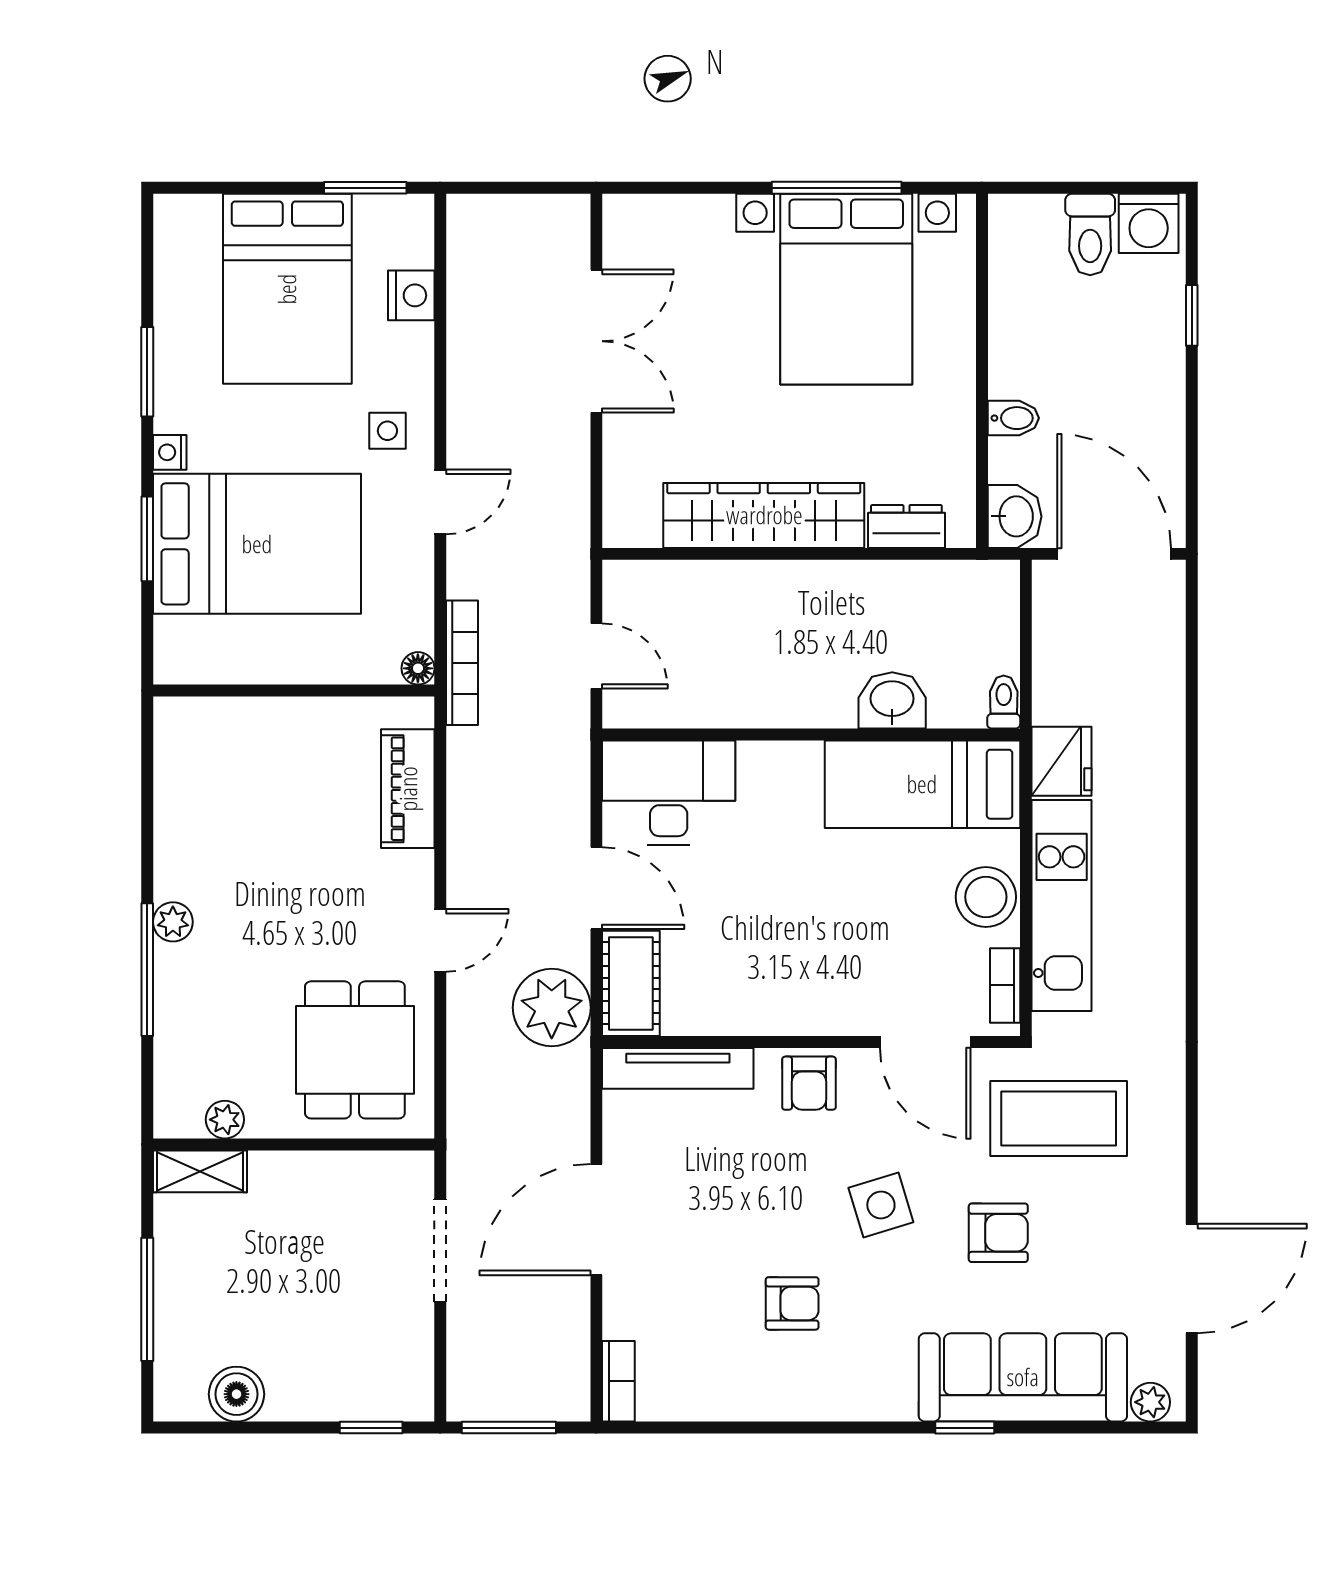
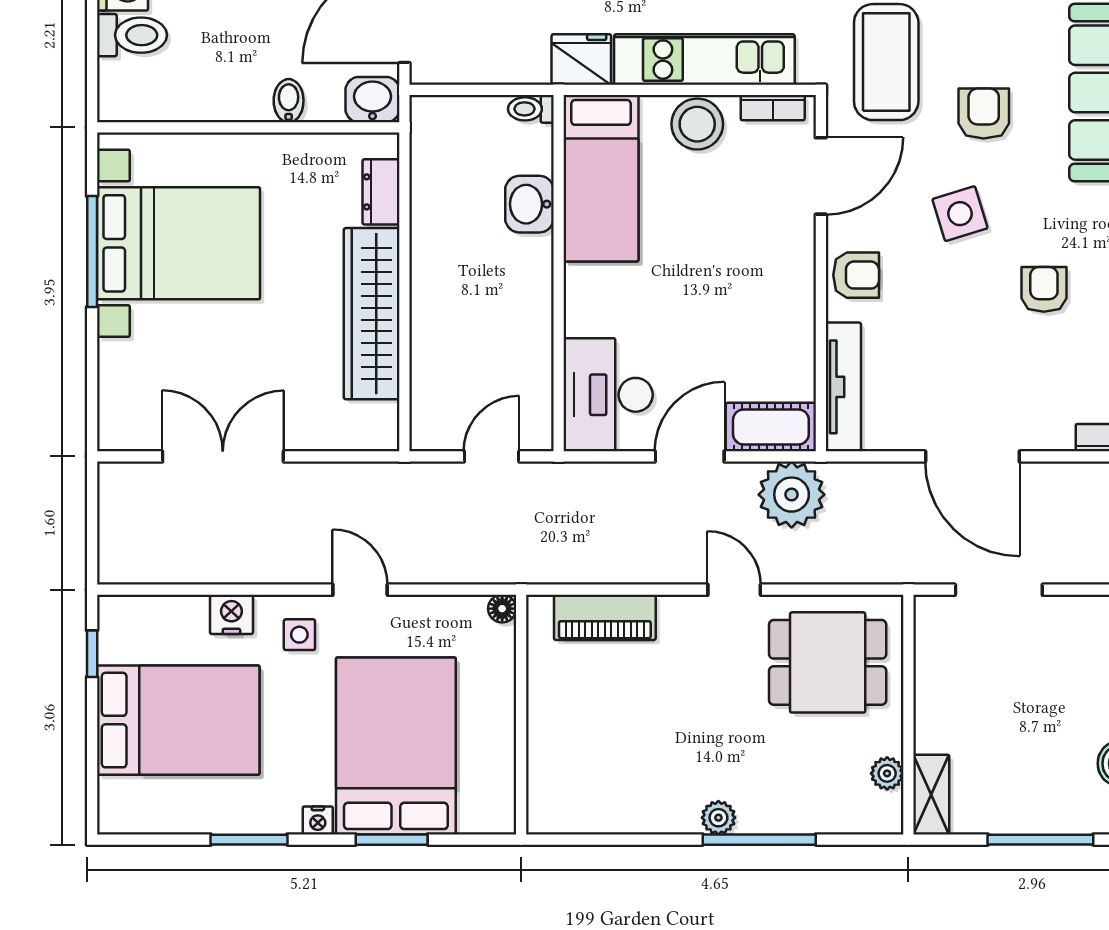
window: (365, 188) -> (92, 654), width x0.67
nightstand: (411, 295) -> (231, 614), moved
bookcase: (462, 663) -> (497, 571), removed

